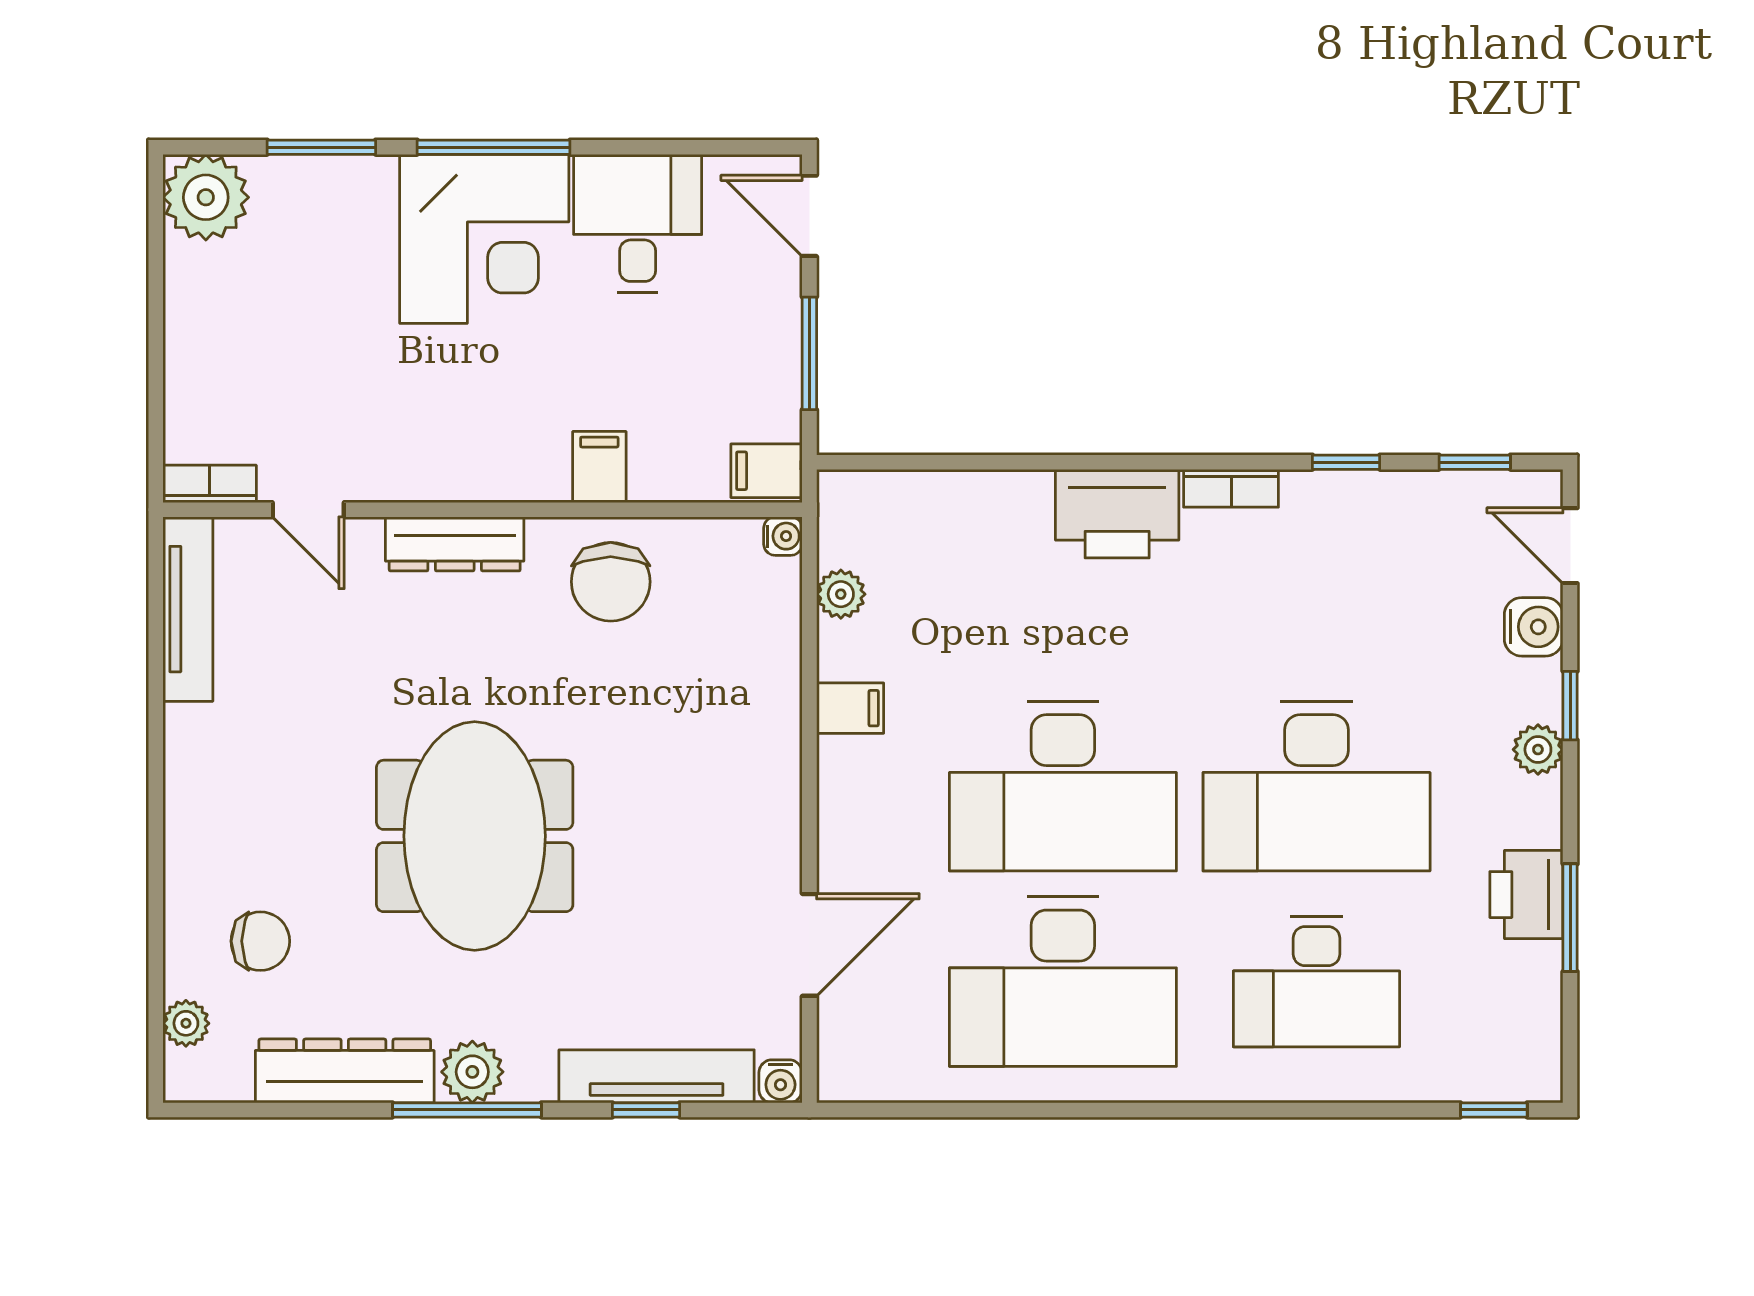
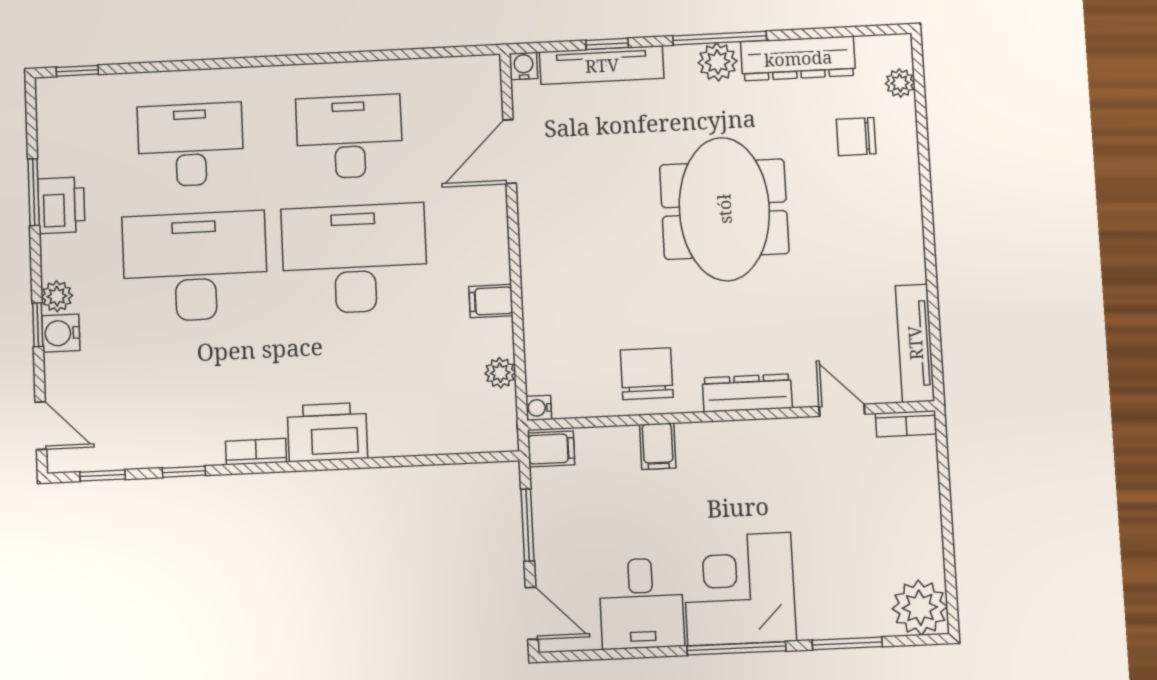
water cooler: (1534, 627) -> (61, 333), moved
desk: (1063, 981) -> (349, 137), width x0.73, depth x0.77

